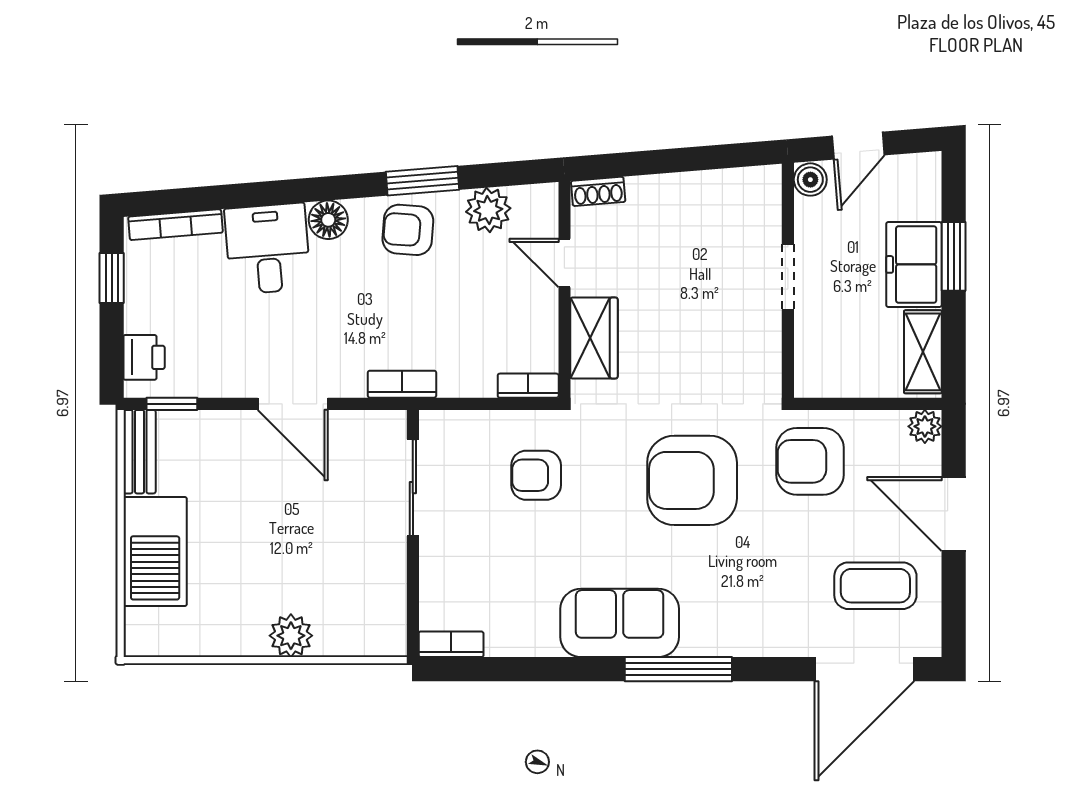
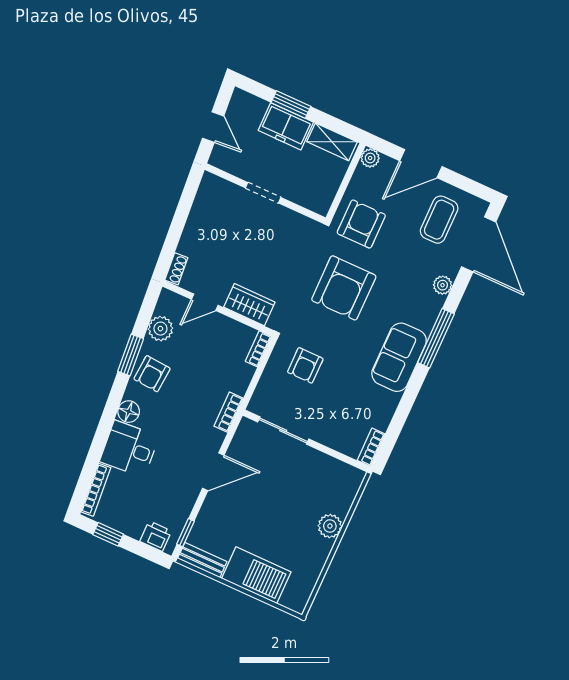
boiler: (810, 180) -> (219, 159), removed
armchair: (810, 461) -> (361, 224), turned 180
plant: (770, 640) -> (443, 285), added

